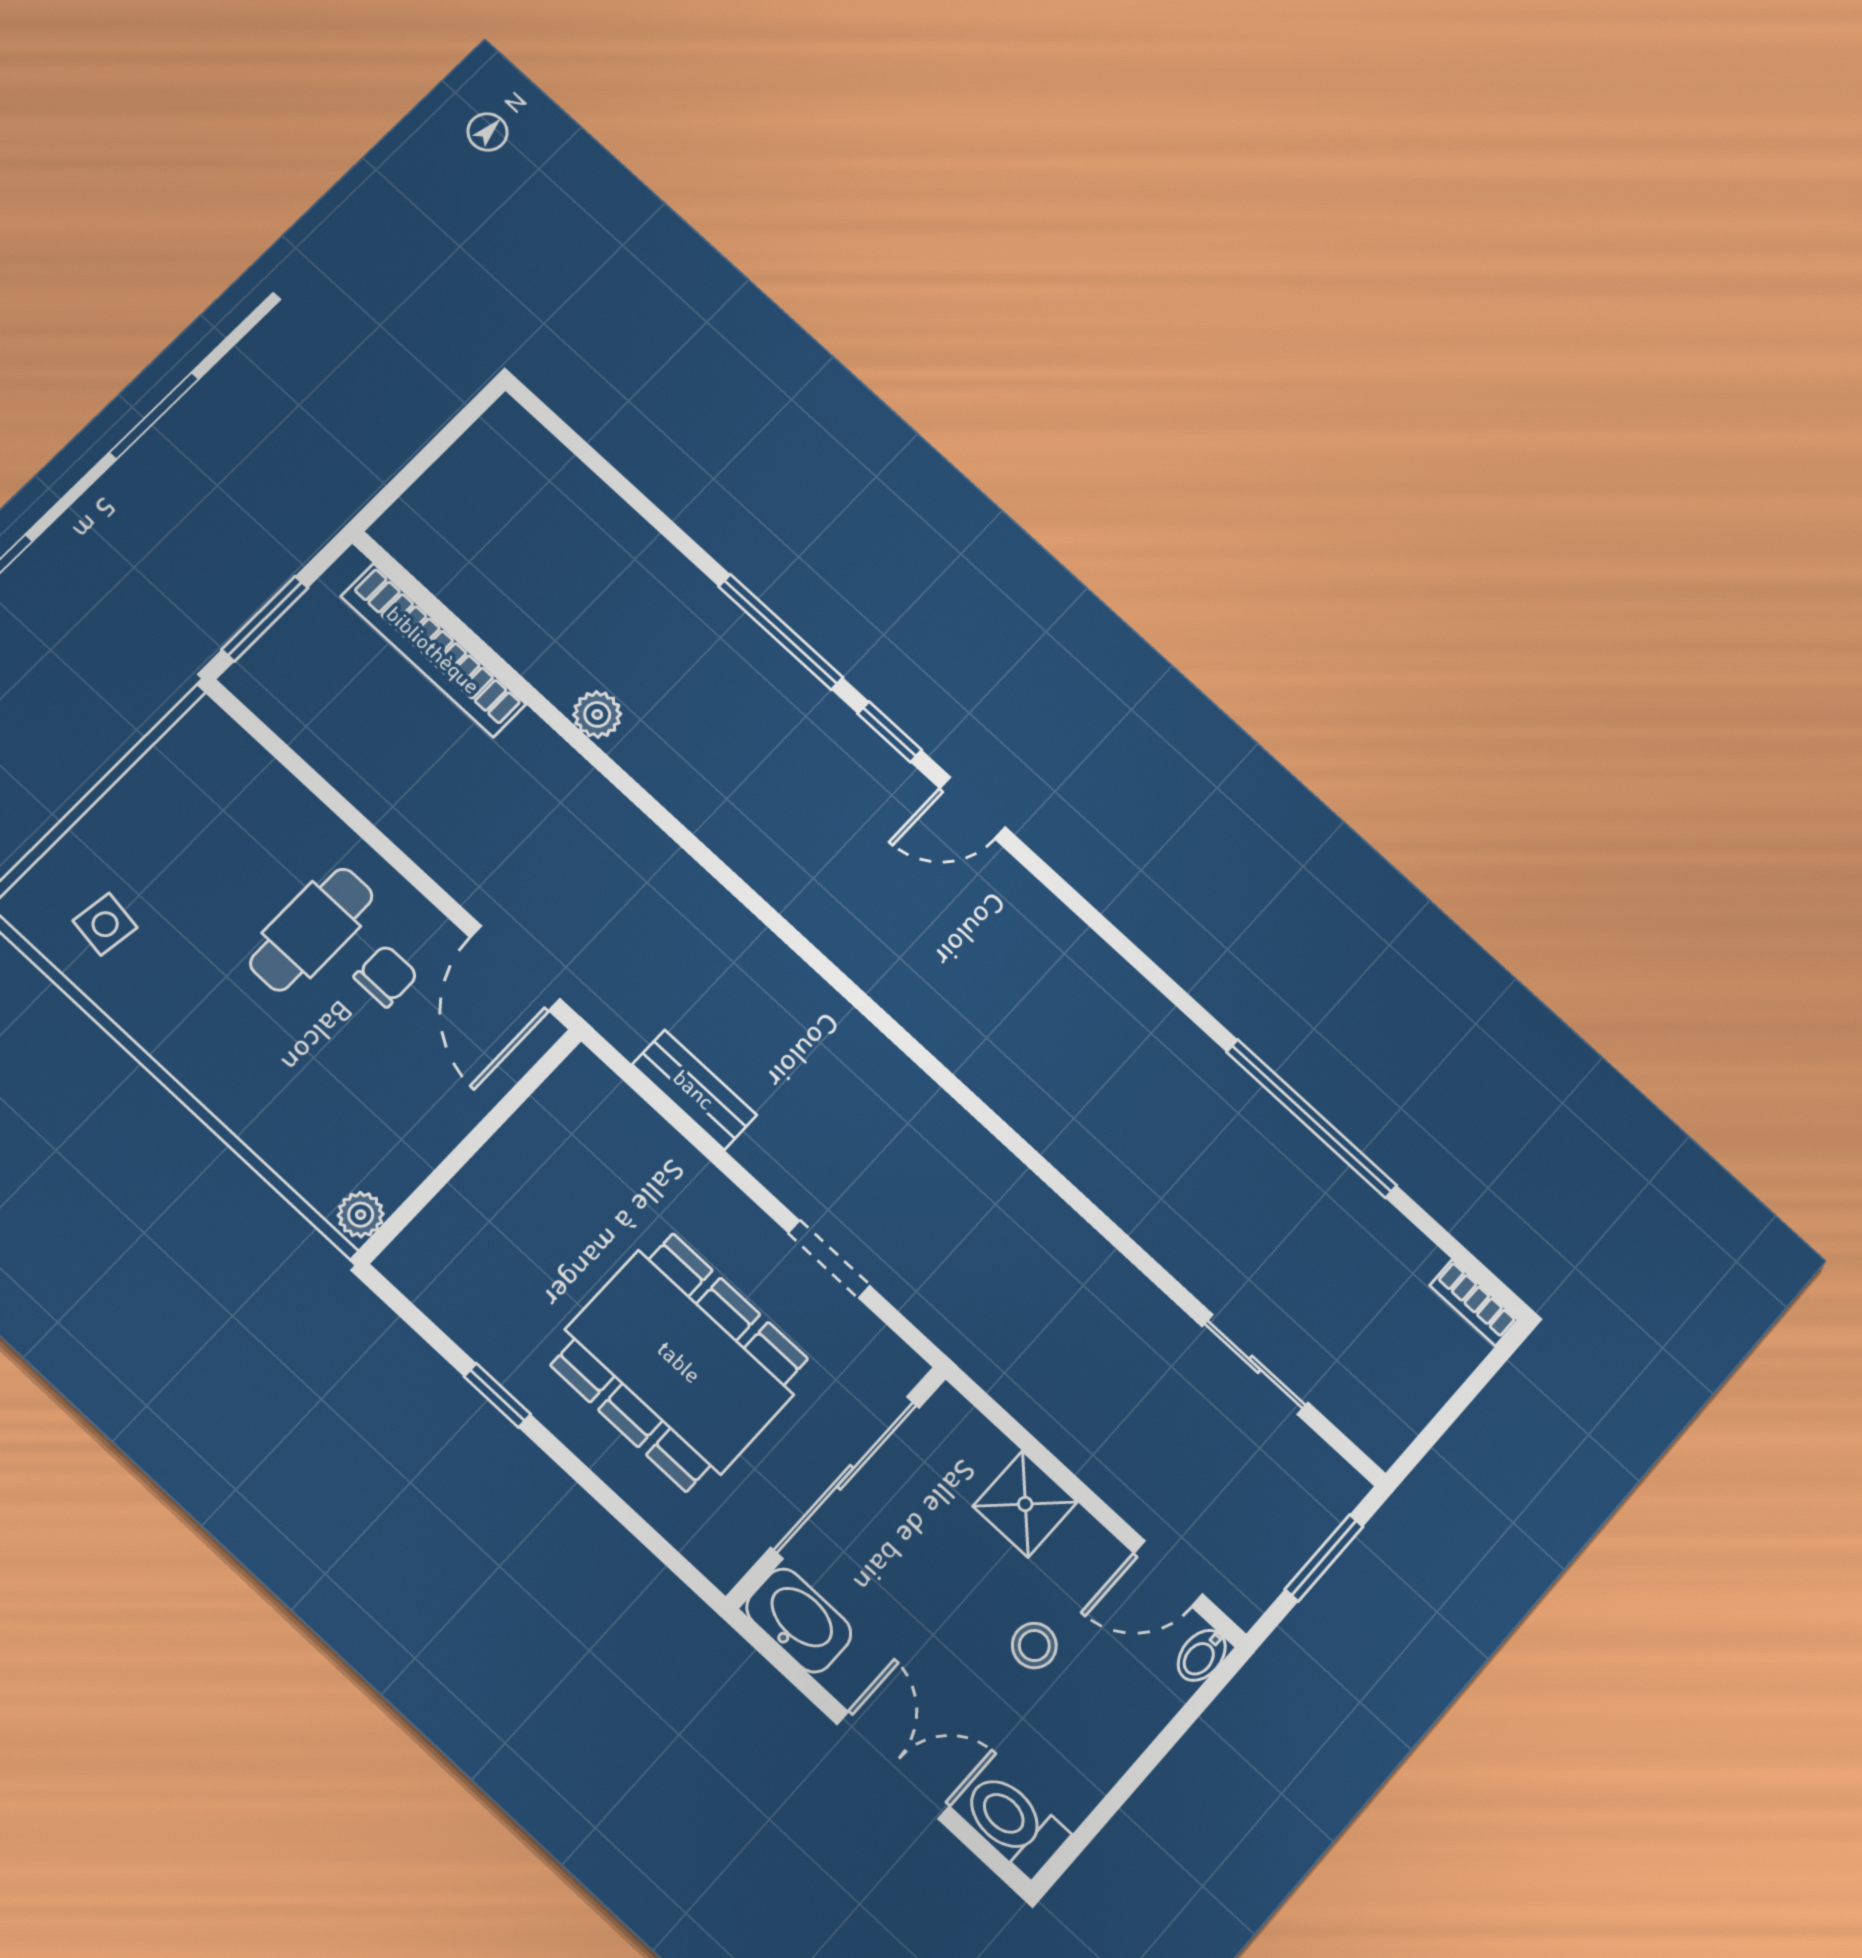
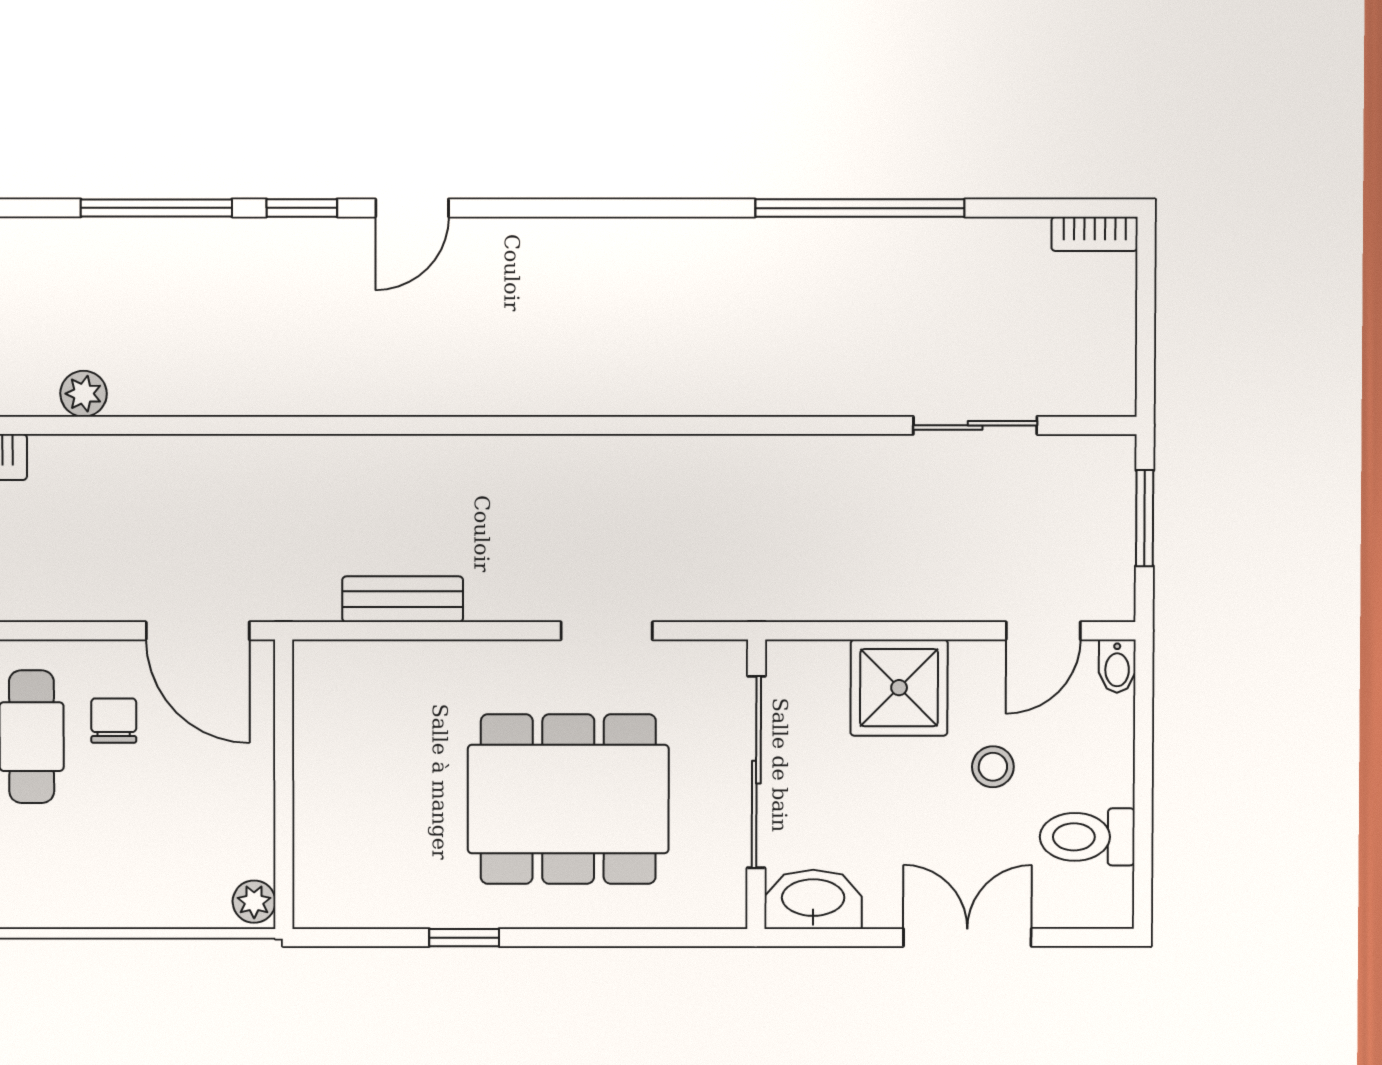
shower: (1025, 1504) -> (899, 688), width x1.36, depth x1.36
toilet: (1014, 1823) -> (1087, 837), moved

